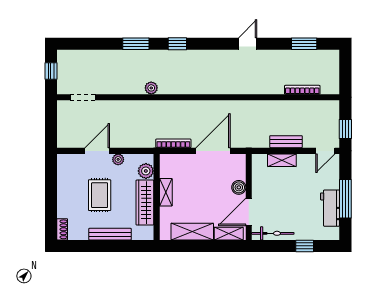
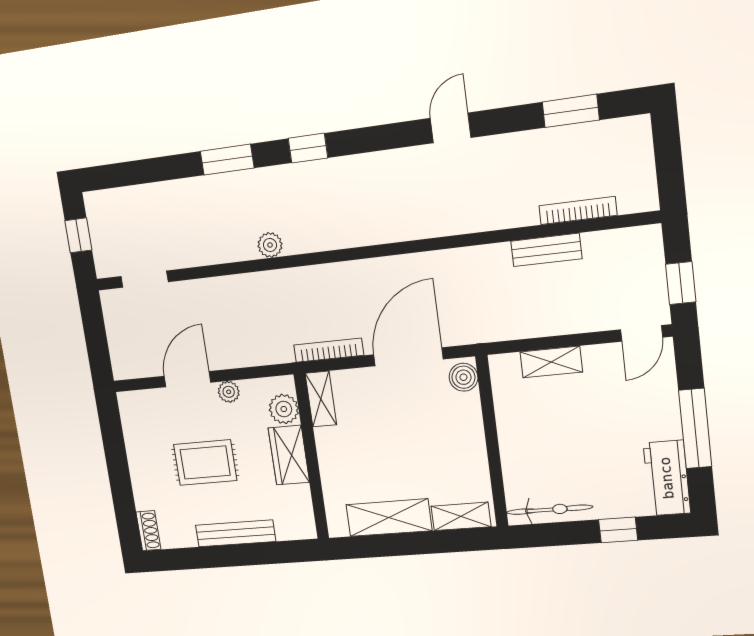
bench: (286, 142) -> (546, 250), moved
boiler: (239, 187) -> (463, 377), moved
shelving: (166, 192) -> (321, 399), moved
rug: (100, 195) -> (205, 462), turned 90
wardrobe: (145, 203) -> (289, 455), width x0.67
workbench: (330, 208) -> (667, 478), moved
door: (249, 212) -> (496, 471), removed

